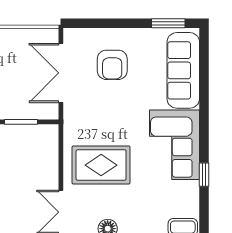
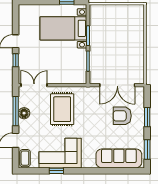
window: (114, 23) -> (147, 117), added
double door: (61, 73) -> (117, 85), swing flipped
corner sofa: (174, 145) -> (60, 153), moved

